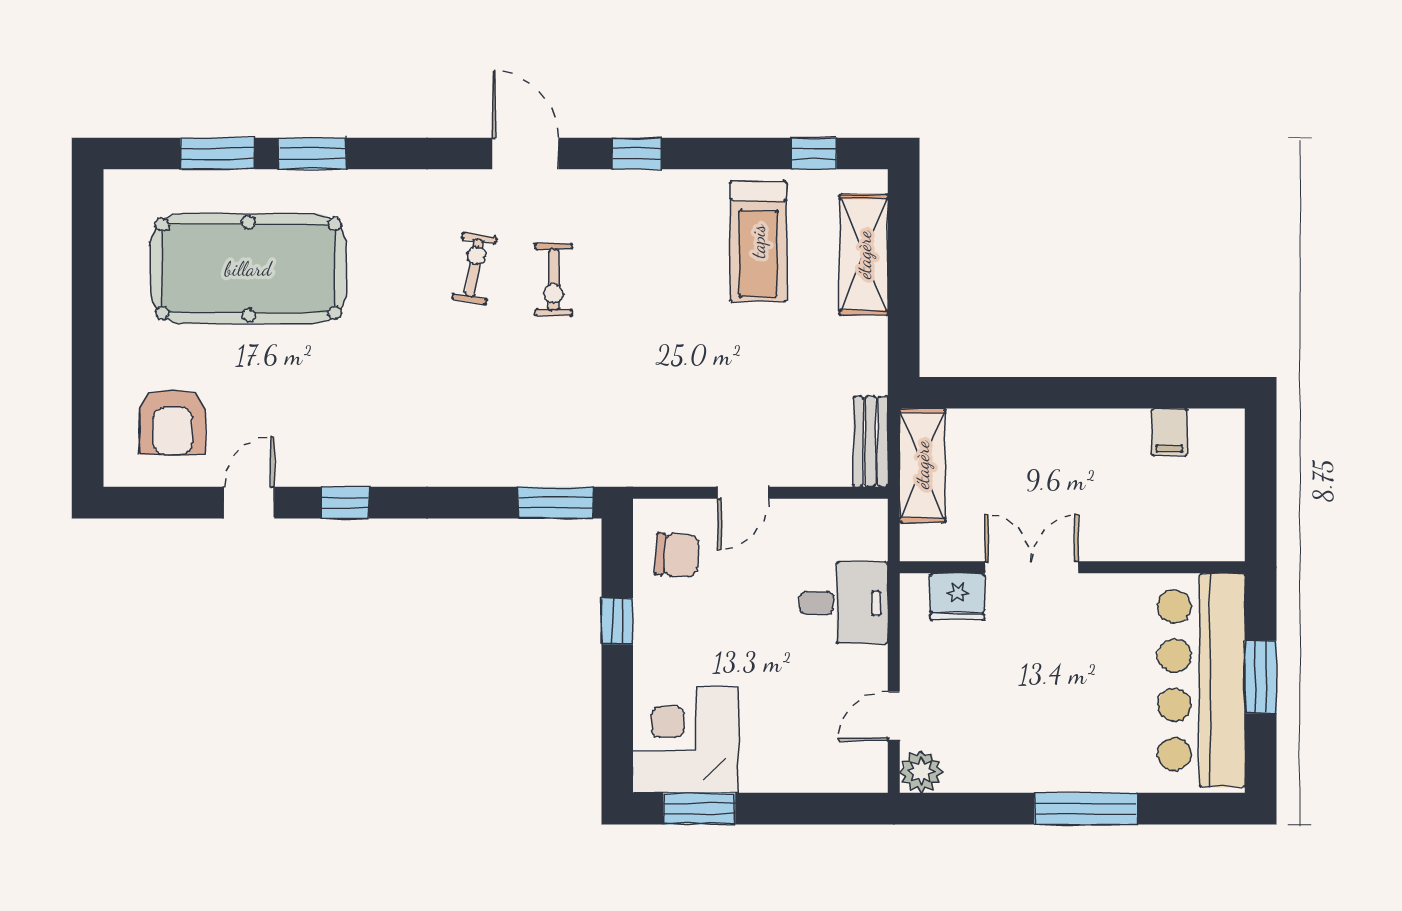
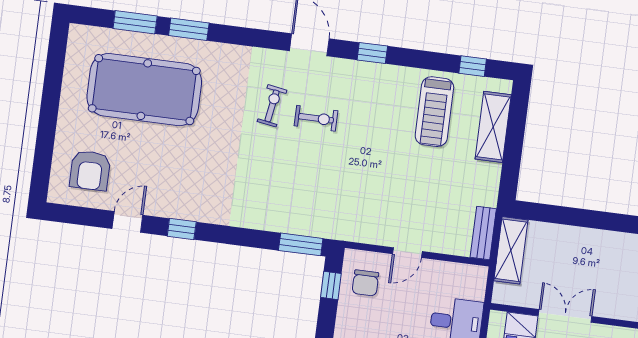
exercise bike: (554, 280) -> (316, 118), turned -90
chair: (677, 555) -> (365, 283), turned 86
window: (617, 621) -> (331, 285), moved

